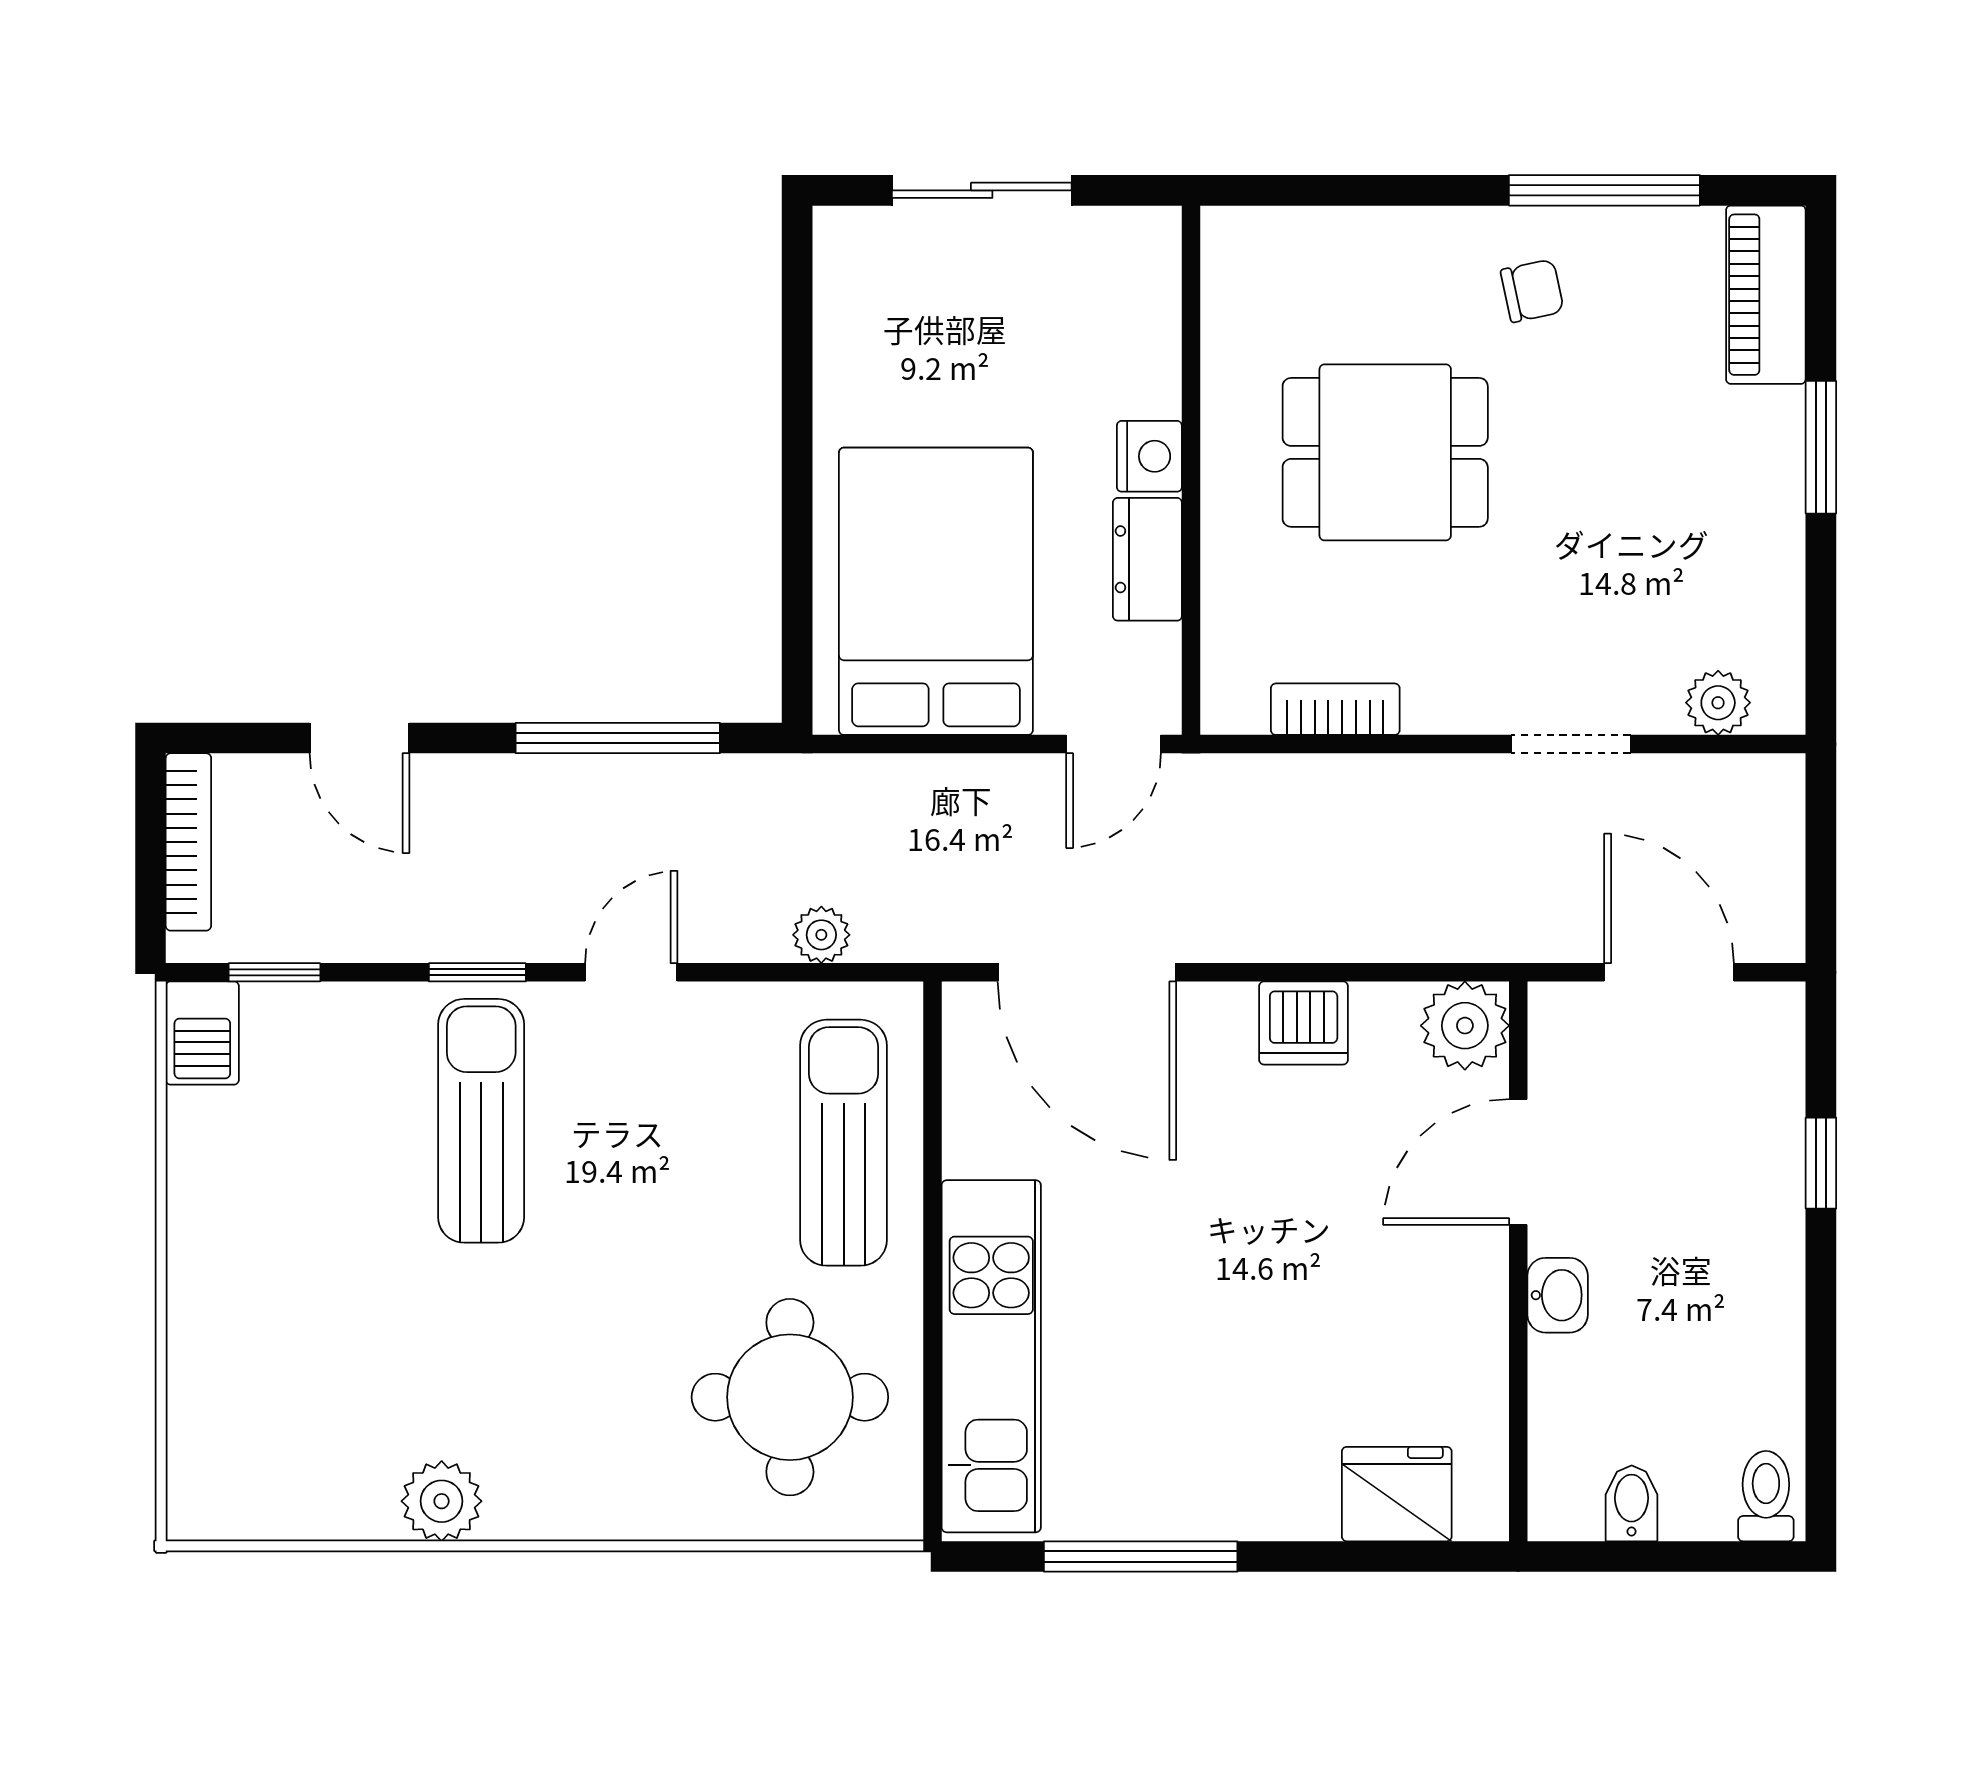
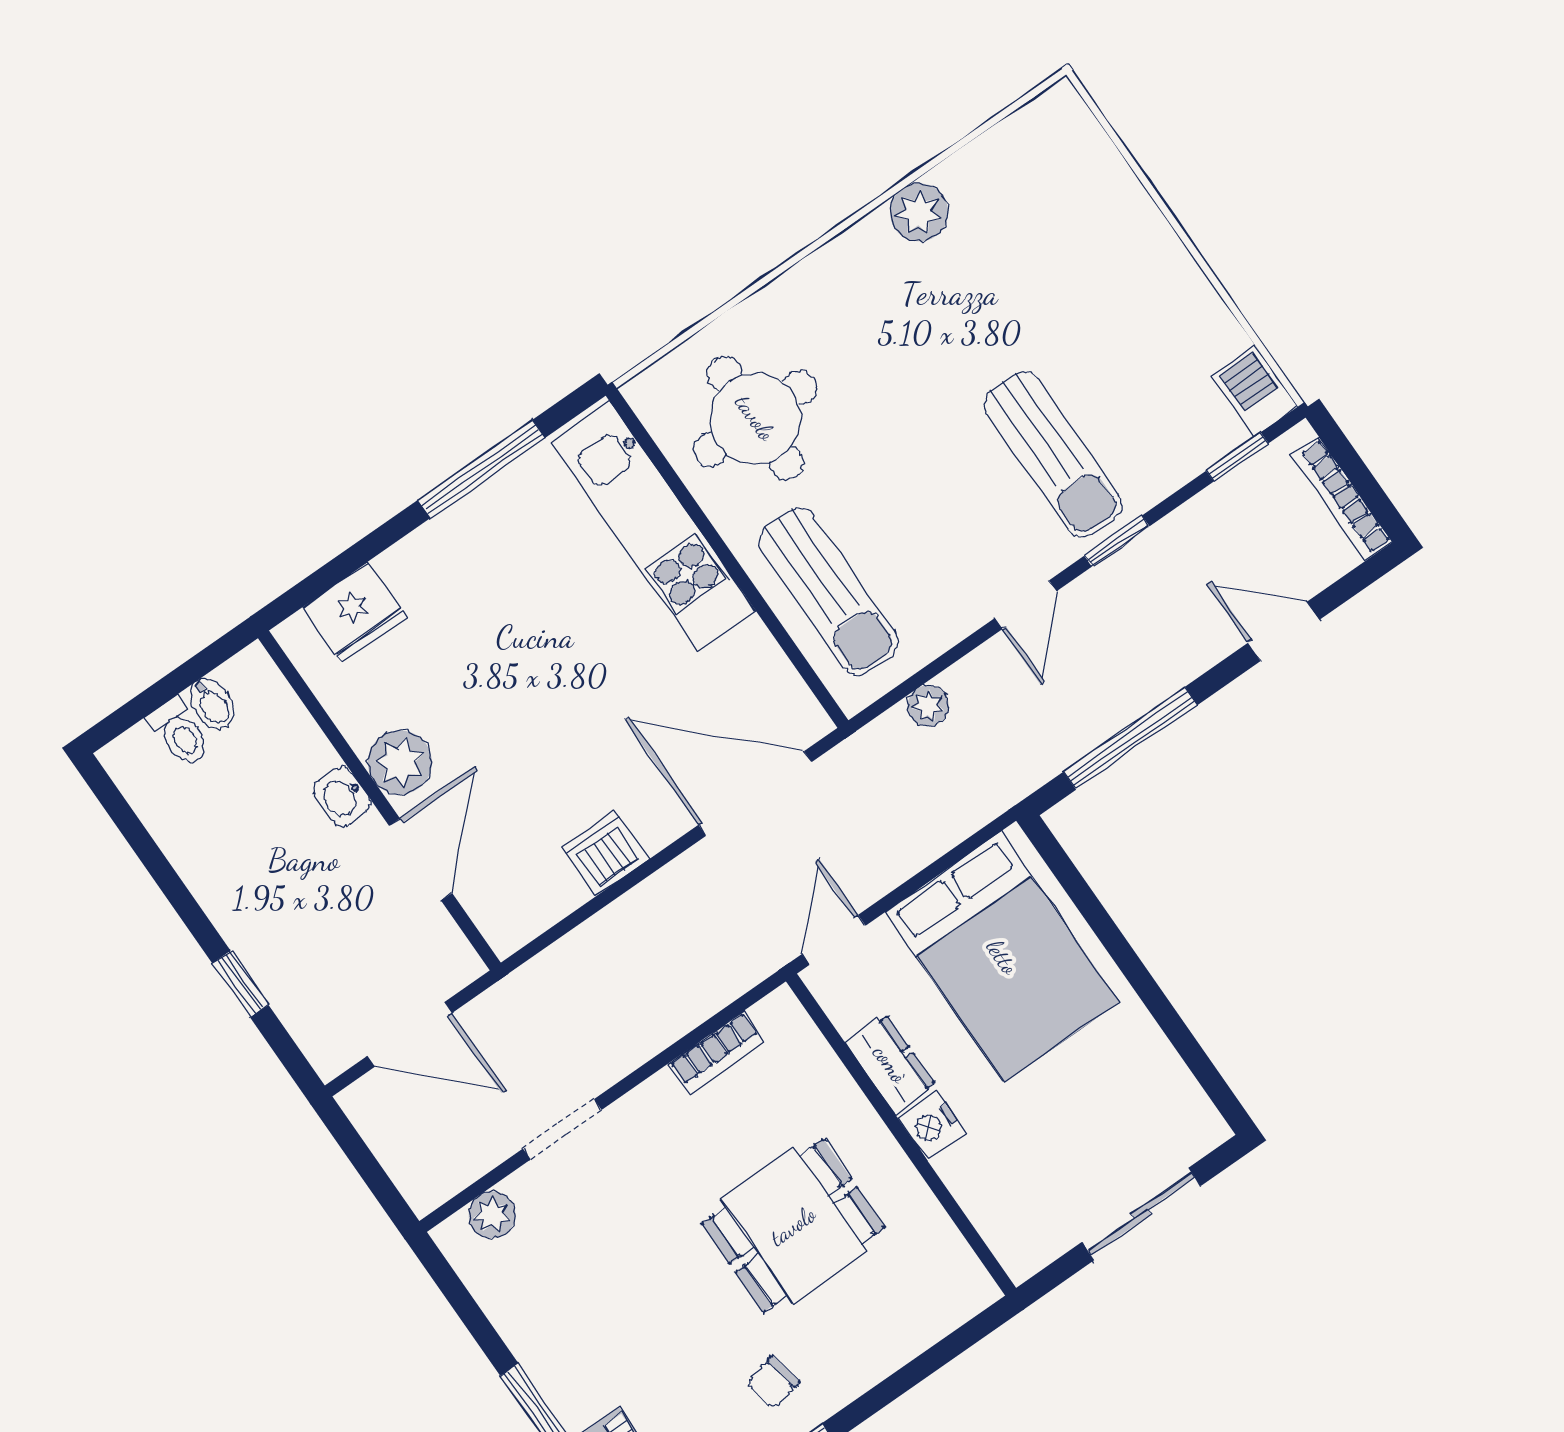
plant: (1465, 1026) -> (400, 762), moved
toilet: (1766, 1496) -> (180, 733), moved

